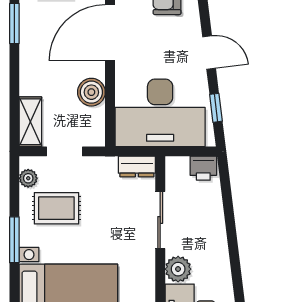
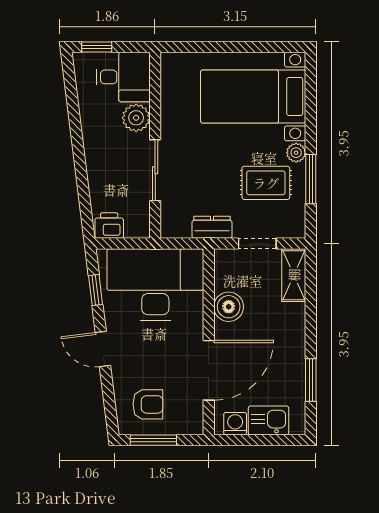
dresser: (137, 167) -> (212, 227), moved
plant: (28, 178) -> (296, 153), moved
window: (14, 240) -> (311, 179), moved

